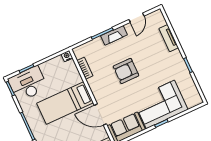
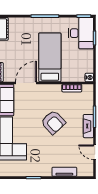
armchair: (126, 71) -> (53, 122), turned 137

